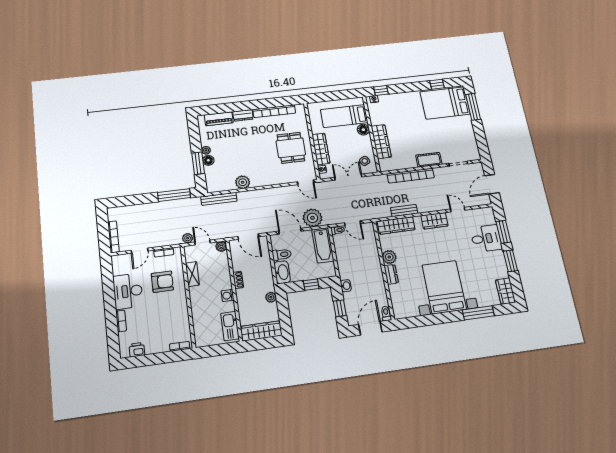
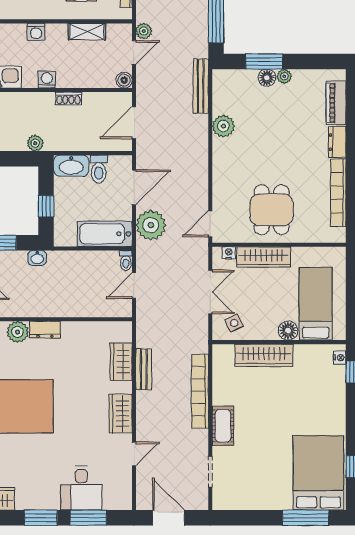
dining table: (291, 148) -> (271, 210), turned 90
wardrobe: (396, 225) -> (121, 362), width x0.67
plant: (389, 257) -> (18, 332), moved
washing machine: (196, 307) -> (36, 32), added

